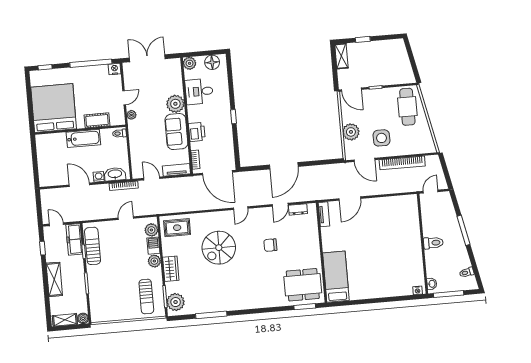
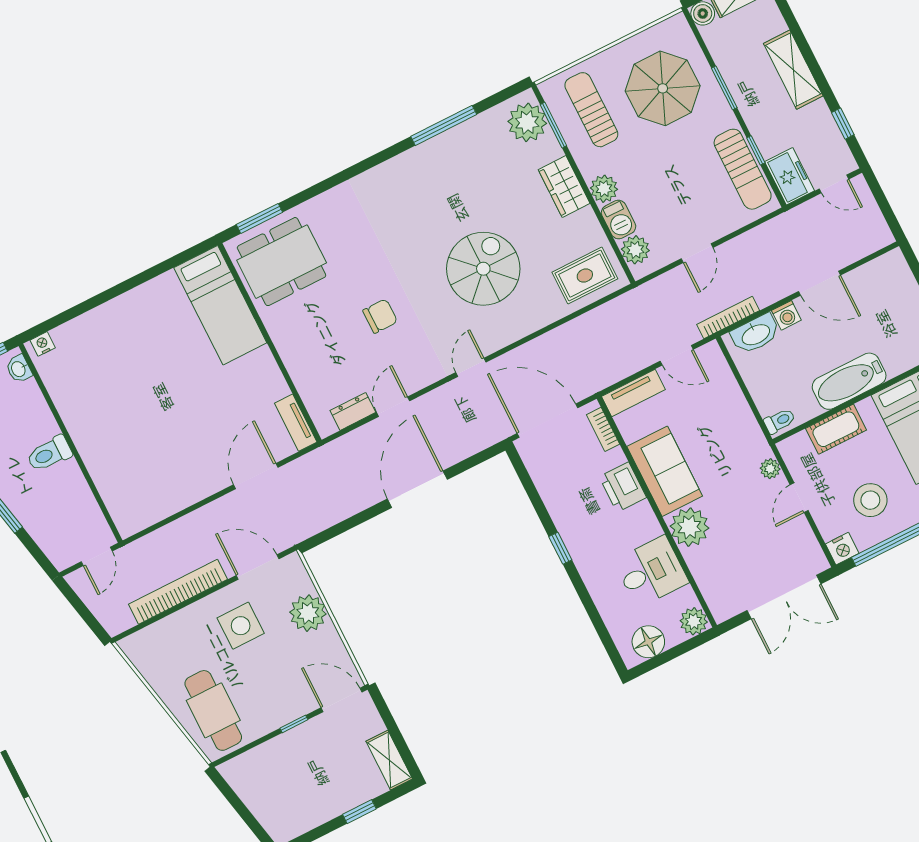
stool: (94, 85) -> (870, 500), added
freezer: (74, 239) -> (789, 176), width x0.71
parasol: (113, 294) -> (663, 88), added

